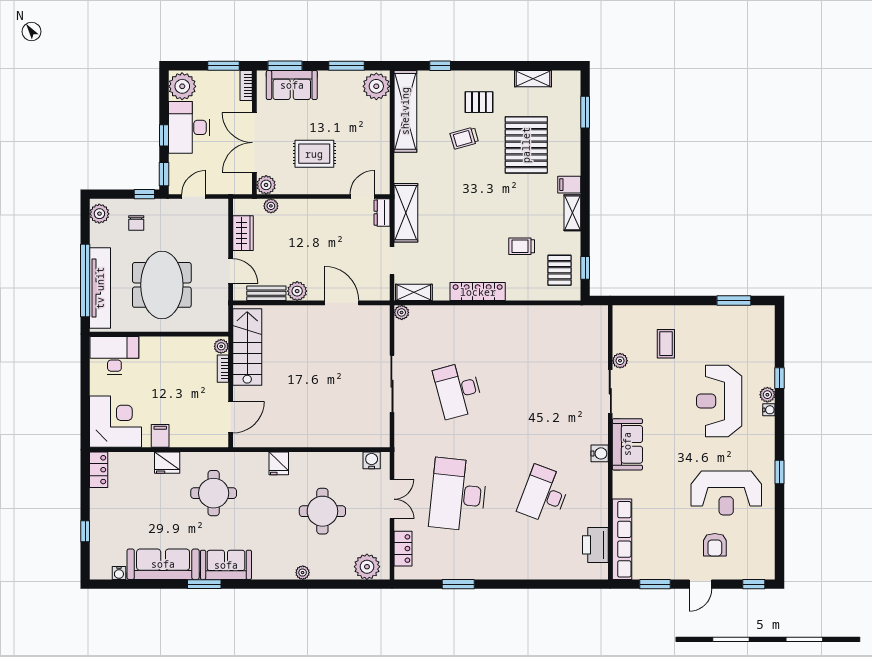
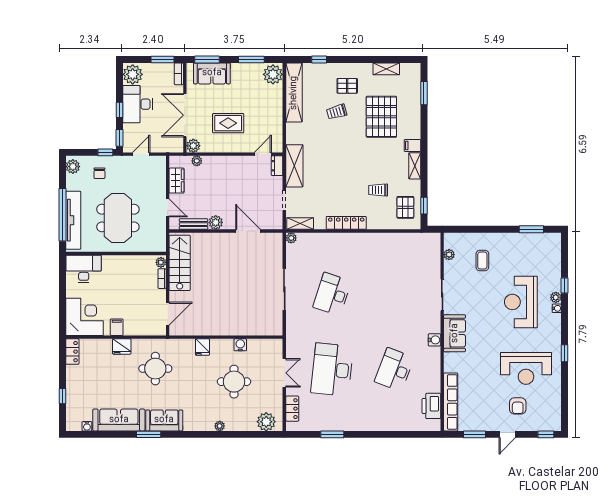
plant: (620, 361) -> (449, 255), moved
desk: (458, 390) -> (332, 294), turned 33
water cooler: (372, 460) -> (240, 345), moved

